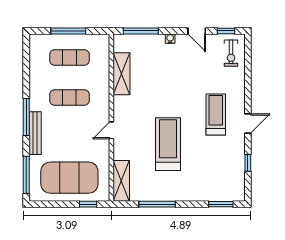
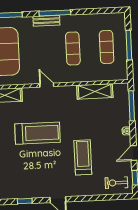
treadmill: (216, 114) -> (83, 157), moved, turned -90
bench: (35, 133) -> (46, 21), width x0.73

